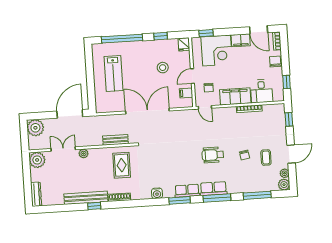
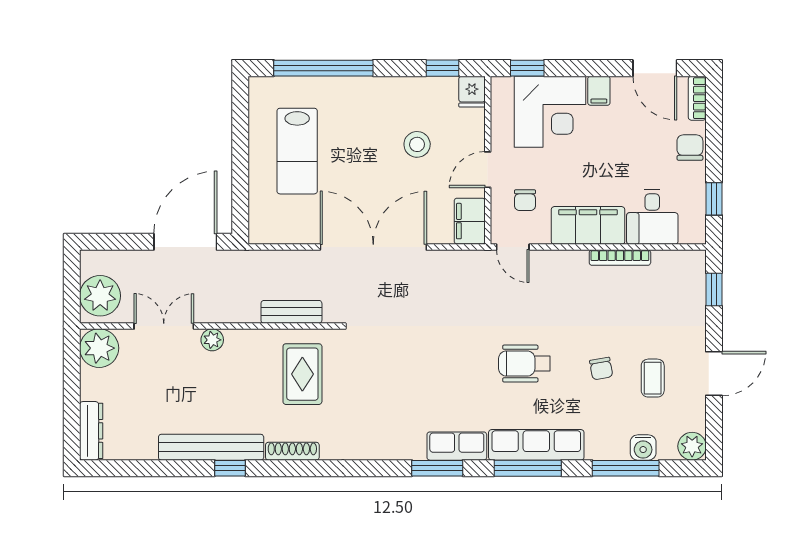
window: (161, 36) -> (442, 68), moved
filing cabinet: (241, 40) -> (599, 91), width x0.50
filing cabinet: (186, 93) -> (470, 221), width x2.00
plant: (35, 128) -> (100, 296), moved
plant: (285, 173) -> (695, 419), removed
row of seats: (213, 189) -> (536, 445), width x1.48
water cooler: (157, 193) -> (643, 447), moved

